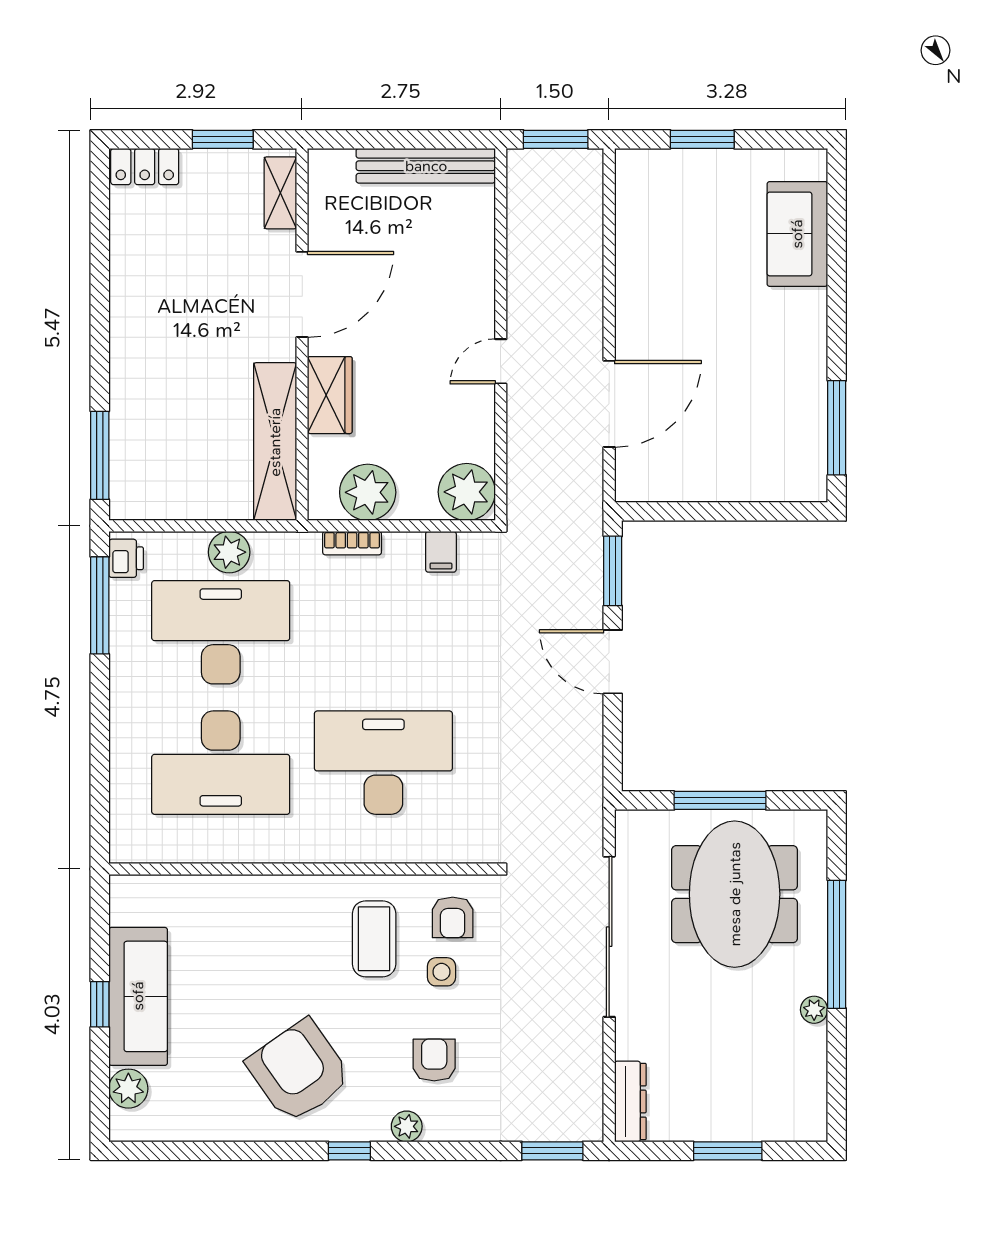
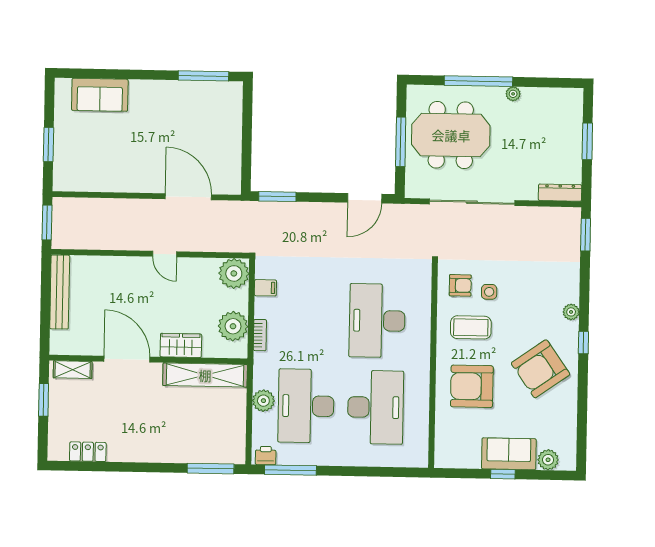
locker: (145, 167) -> (88, 452), moved, turned -90
door: (613, 662) -> (365, 198), moved
sofa: (138, 996) -> (509, 454), width x0.73
armchair: (434, 1060) -> (472, 386), moved, width x1.88, depth x1.88

